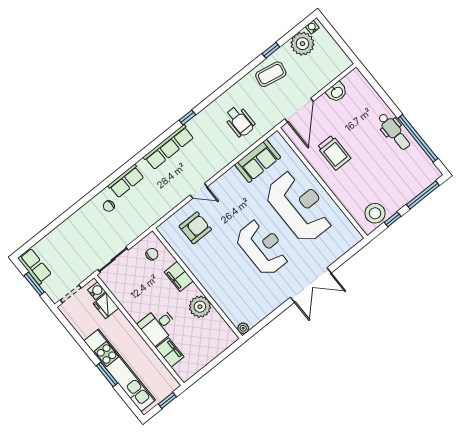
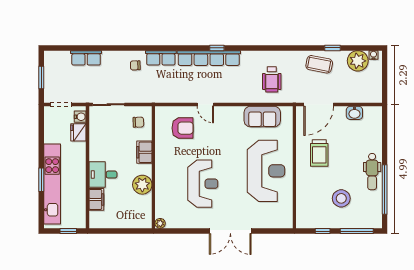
window: (187, 117) -> (217, 48), moved
row of seats: (169, 147) -> (209, 58), width x1.36
stool: (375, 213) -> (341, 198), moved
reception desk: (263, 247) -> (203, 184), moved
row of seats: (35, 266) -> (86, 58), moved, turned 90

